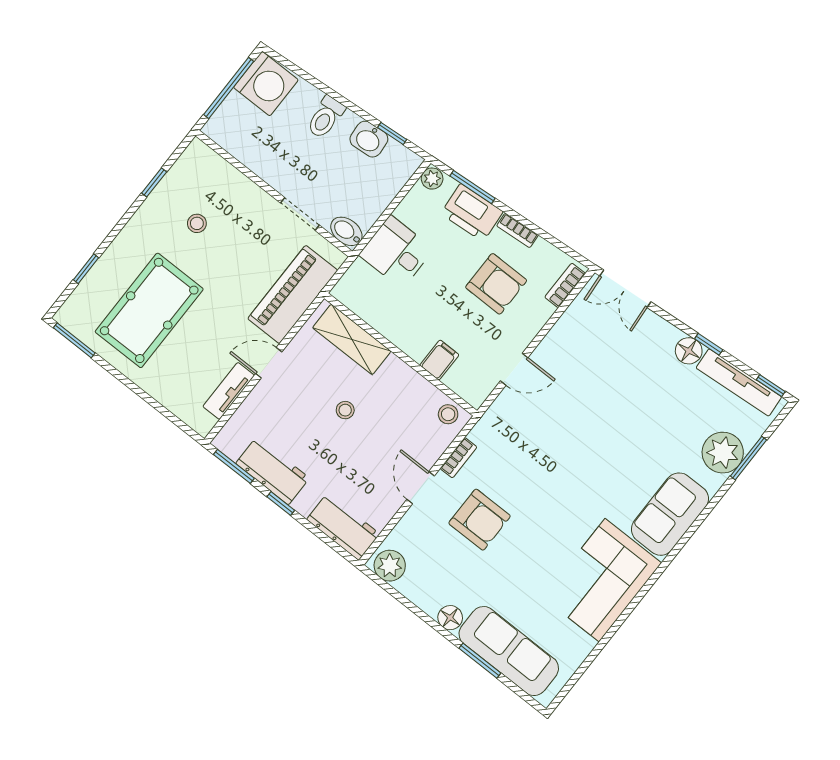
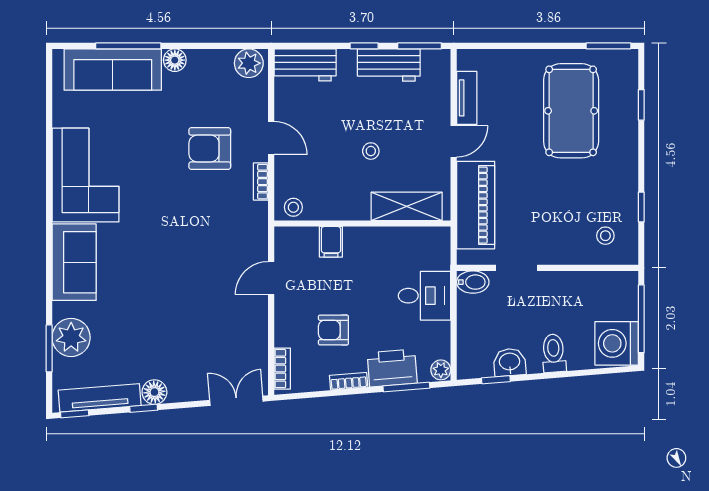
stool: (197, 223) -> (605, 236), moved
armchair: (496, 284) -> (333, 330), width x0.72, depth x0.72
window: (480, 661) -> (128, 46), width x1.44

